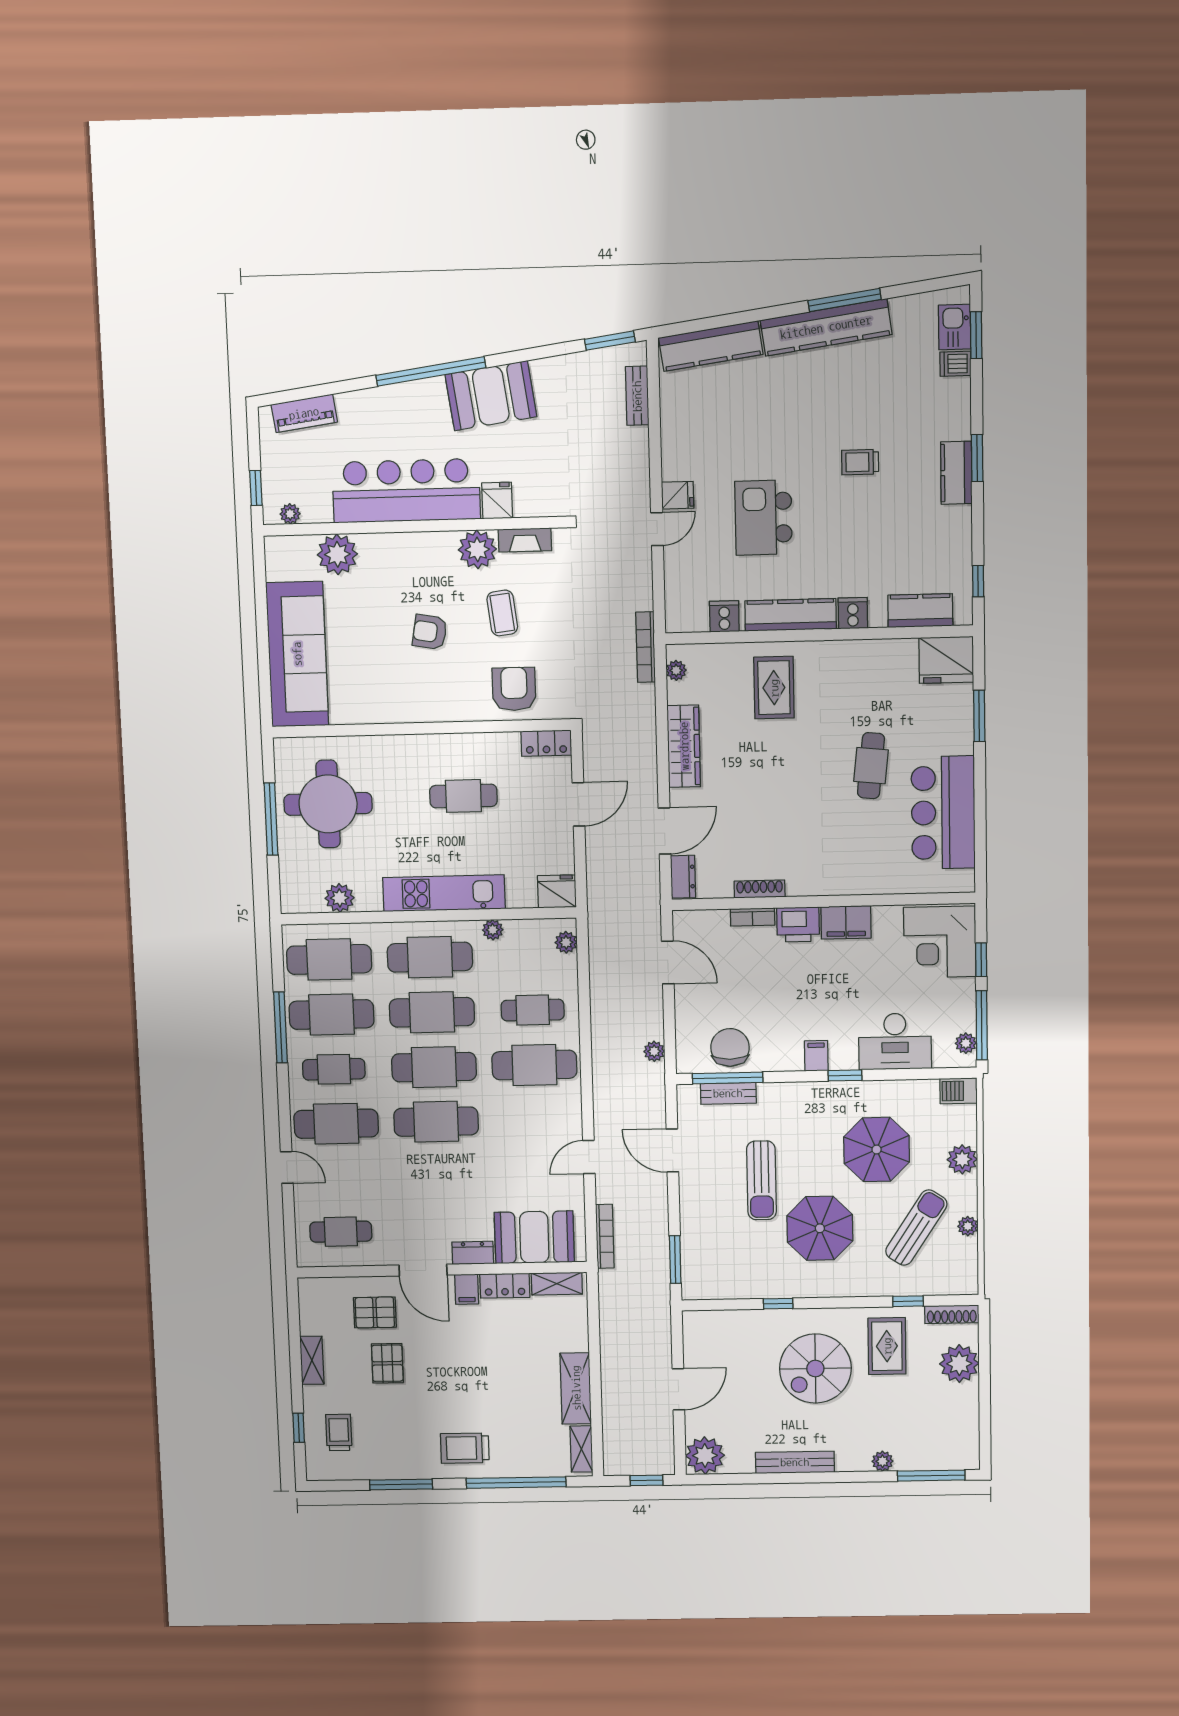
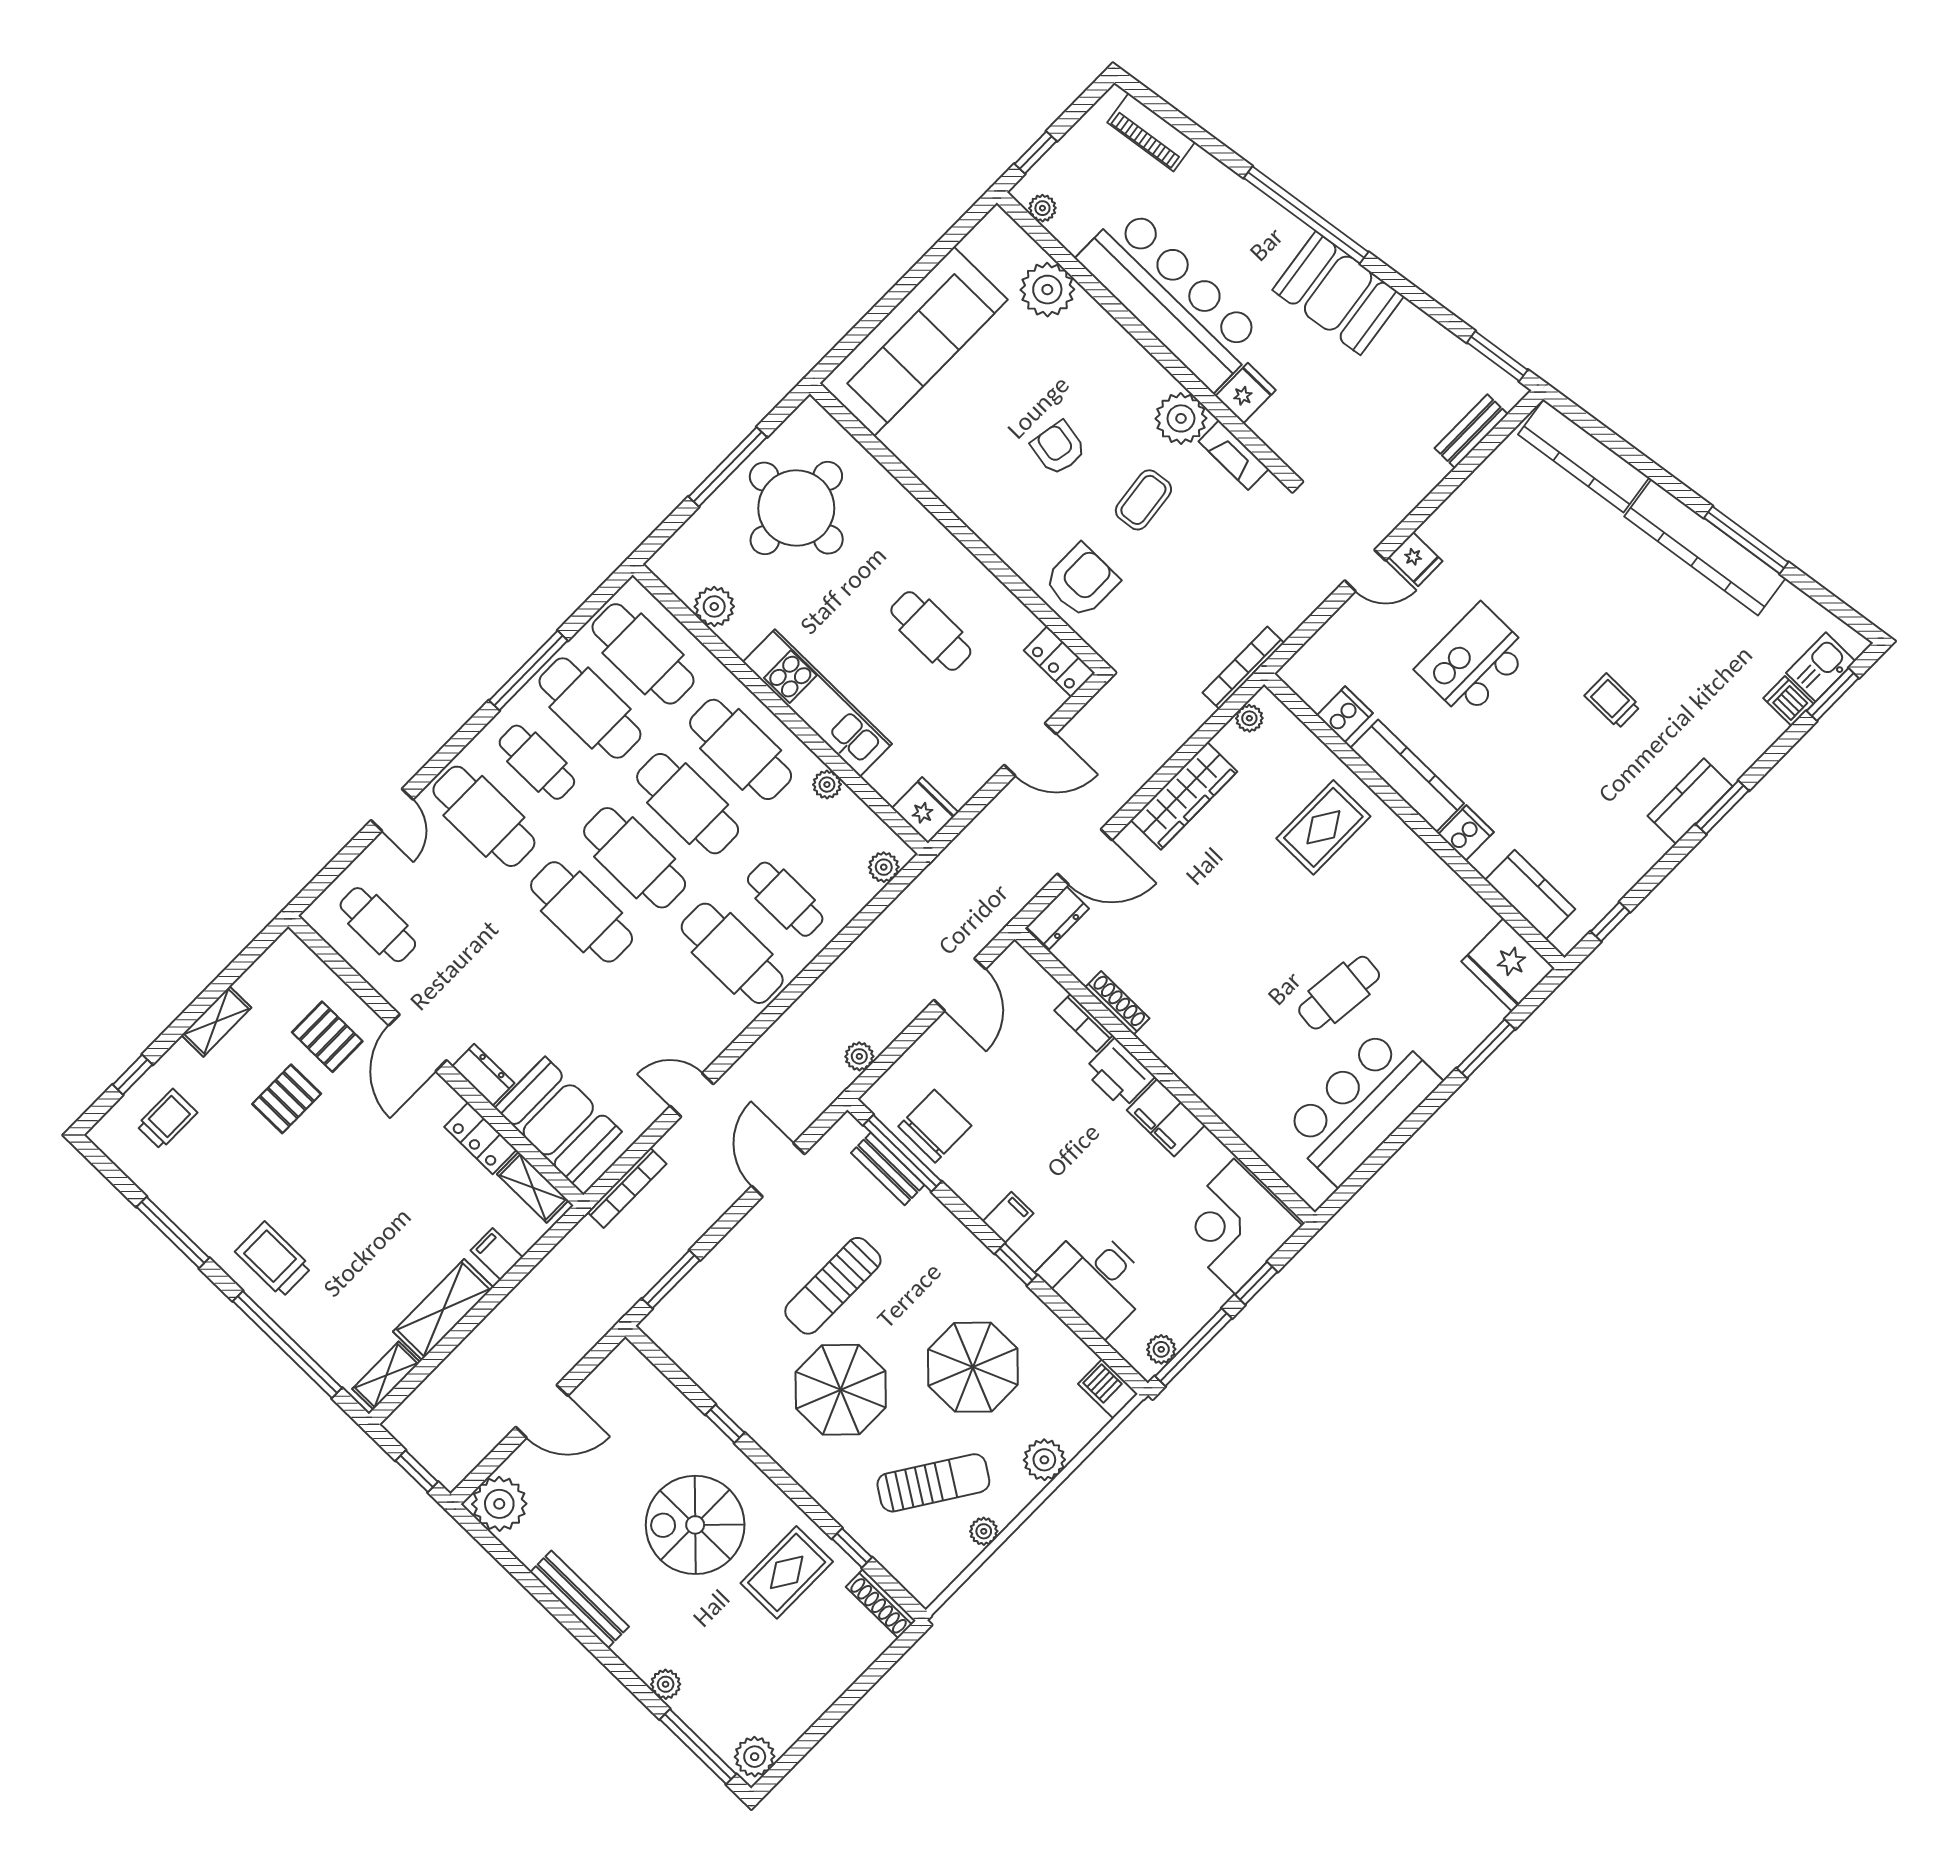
filing cabinet: (467, 1289) -> (497, 1254), moved, turned 90
plant: (959, 1364) -> (755, 1757), moved, width x0.73, depth x0.73

